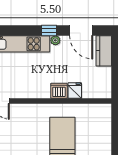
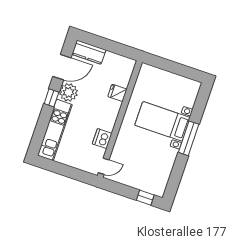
plant: (55, 40) -> (69, 92), width x1.88, depth x1.88
dishwasher: (59, 91) -> (102, 139), moved

